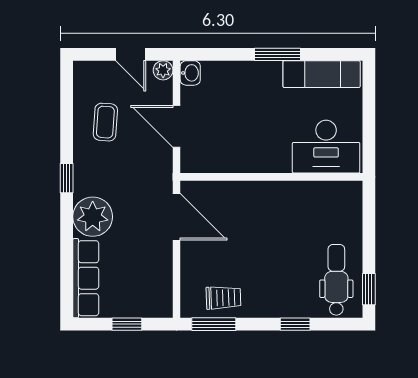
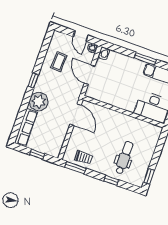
dental chair: (336, 280) -> (124, 158), moved

